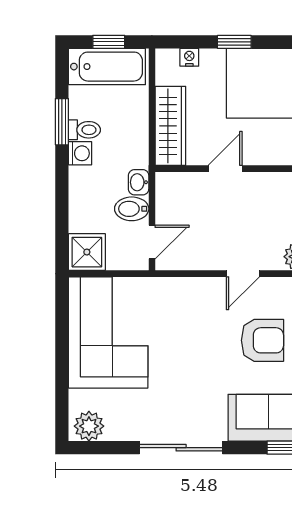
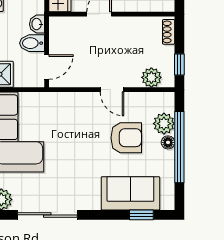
door: (243, 274) -> (112, 90), hinge flipped
sliding door: (181, 448) -> (47, 215), moved

